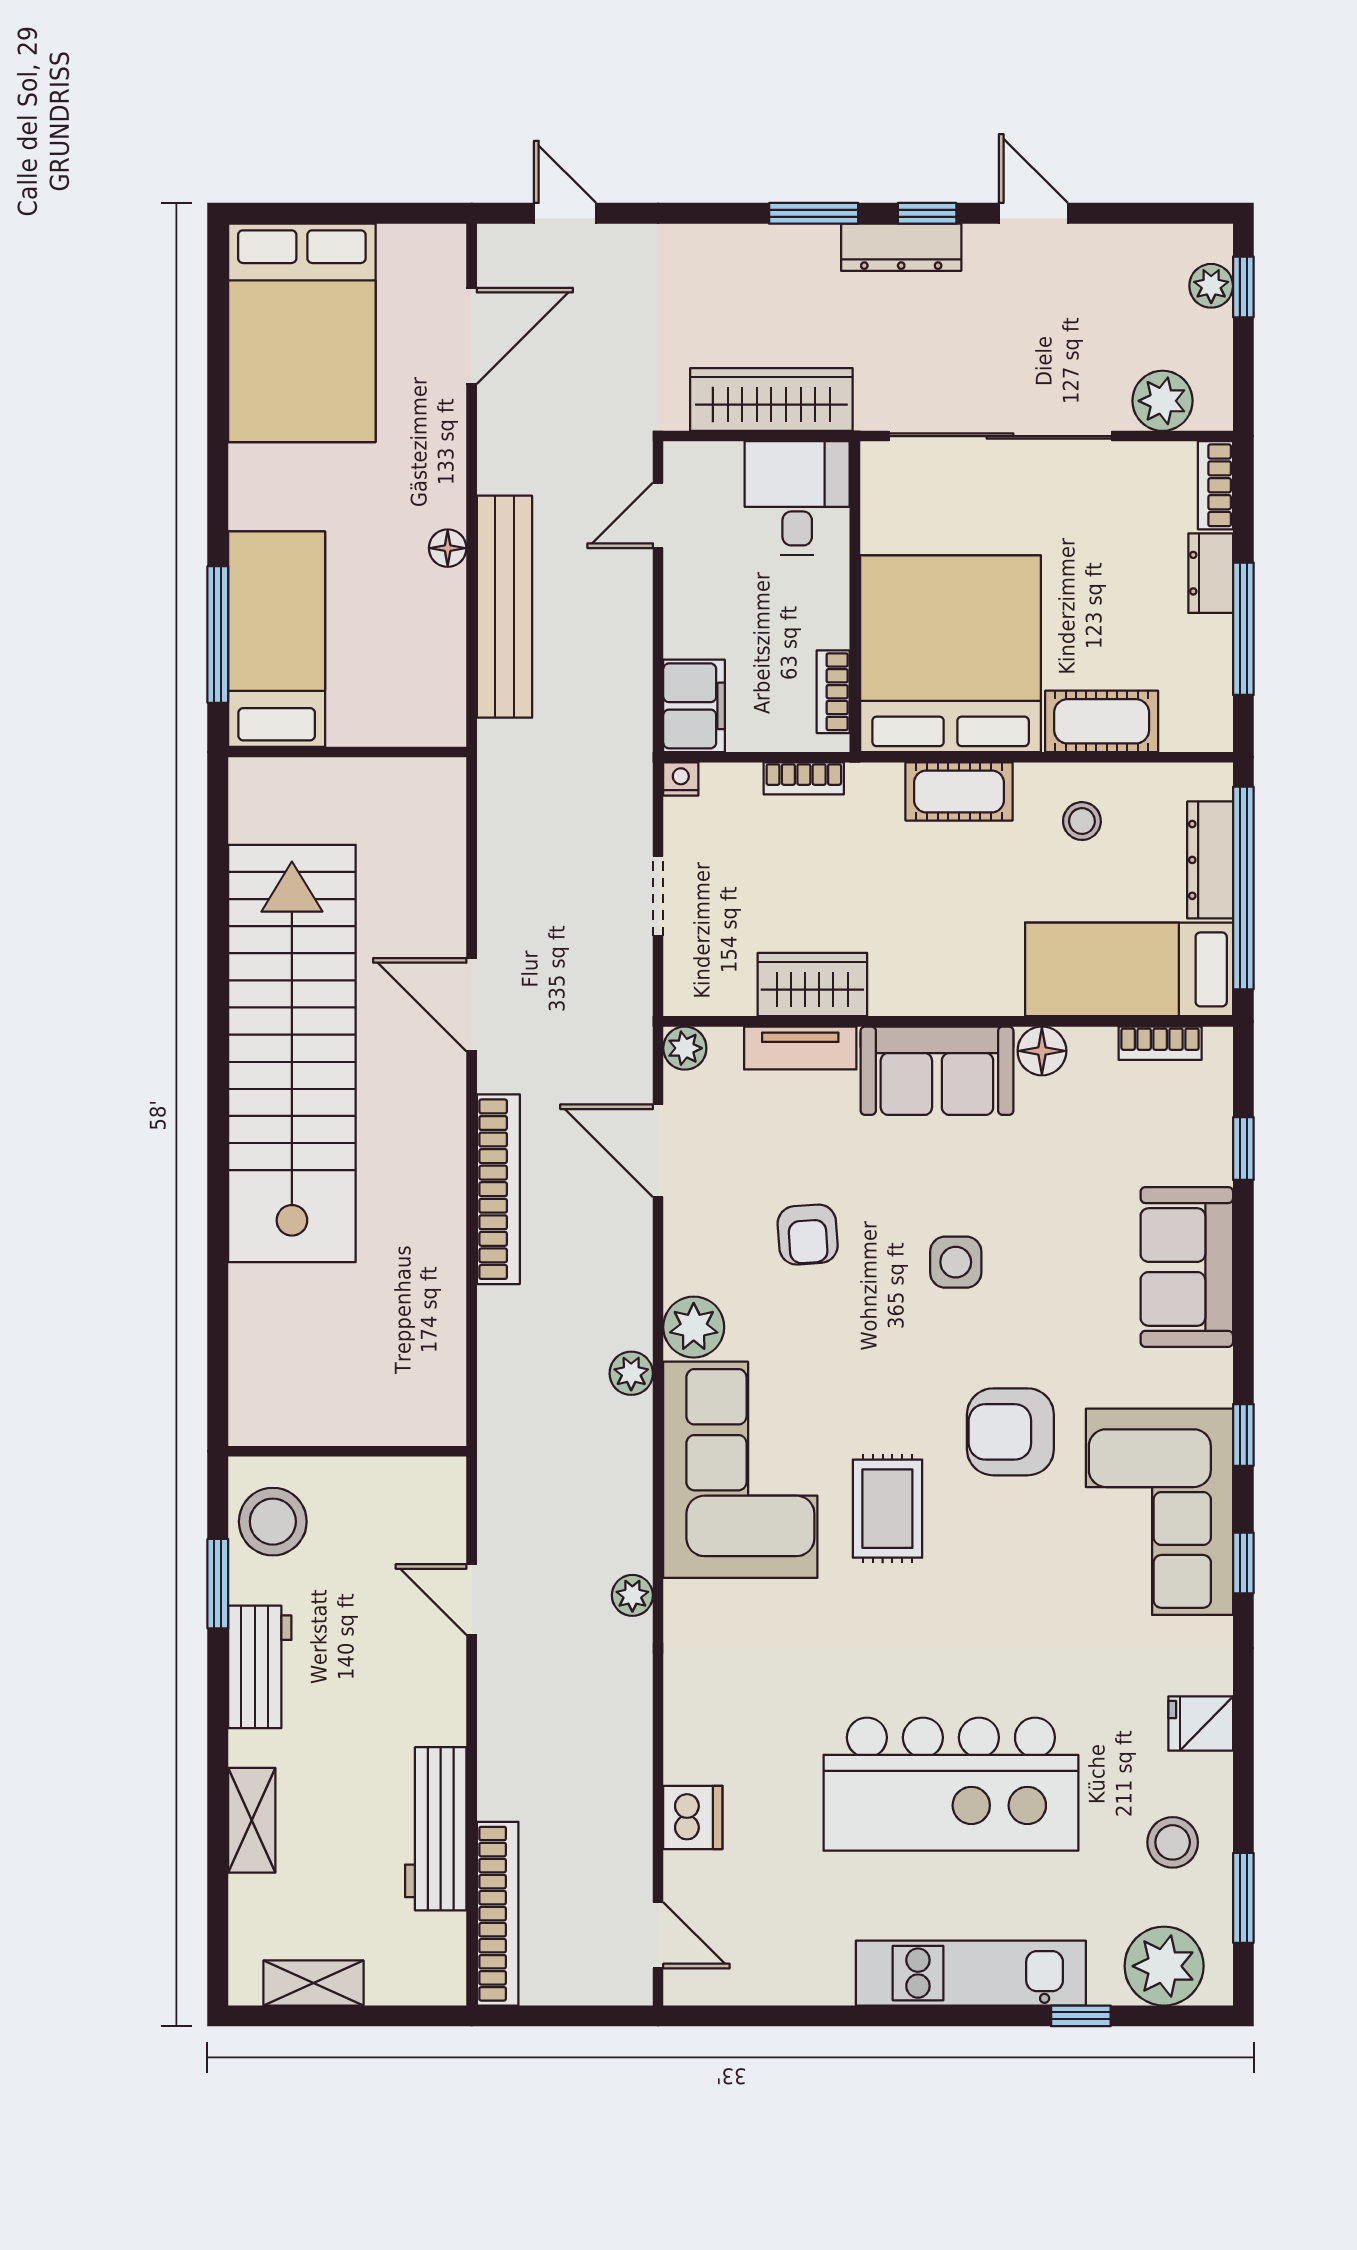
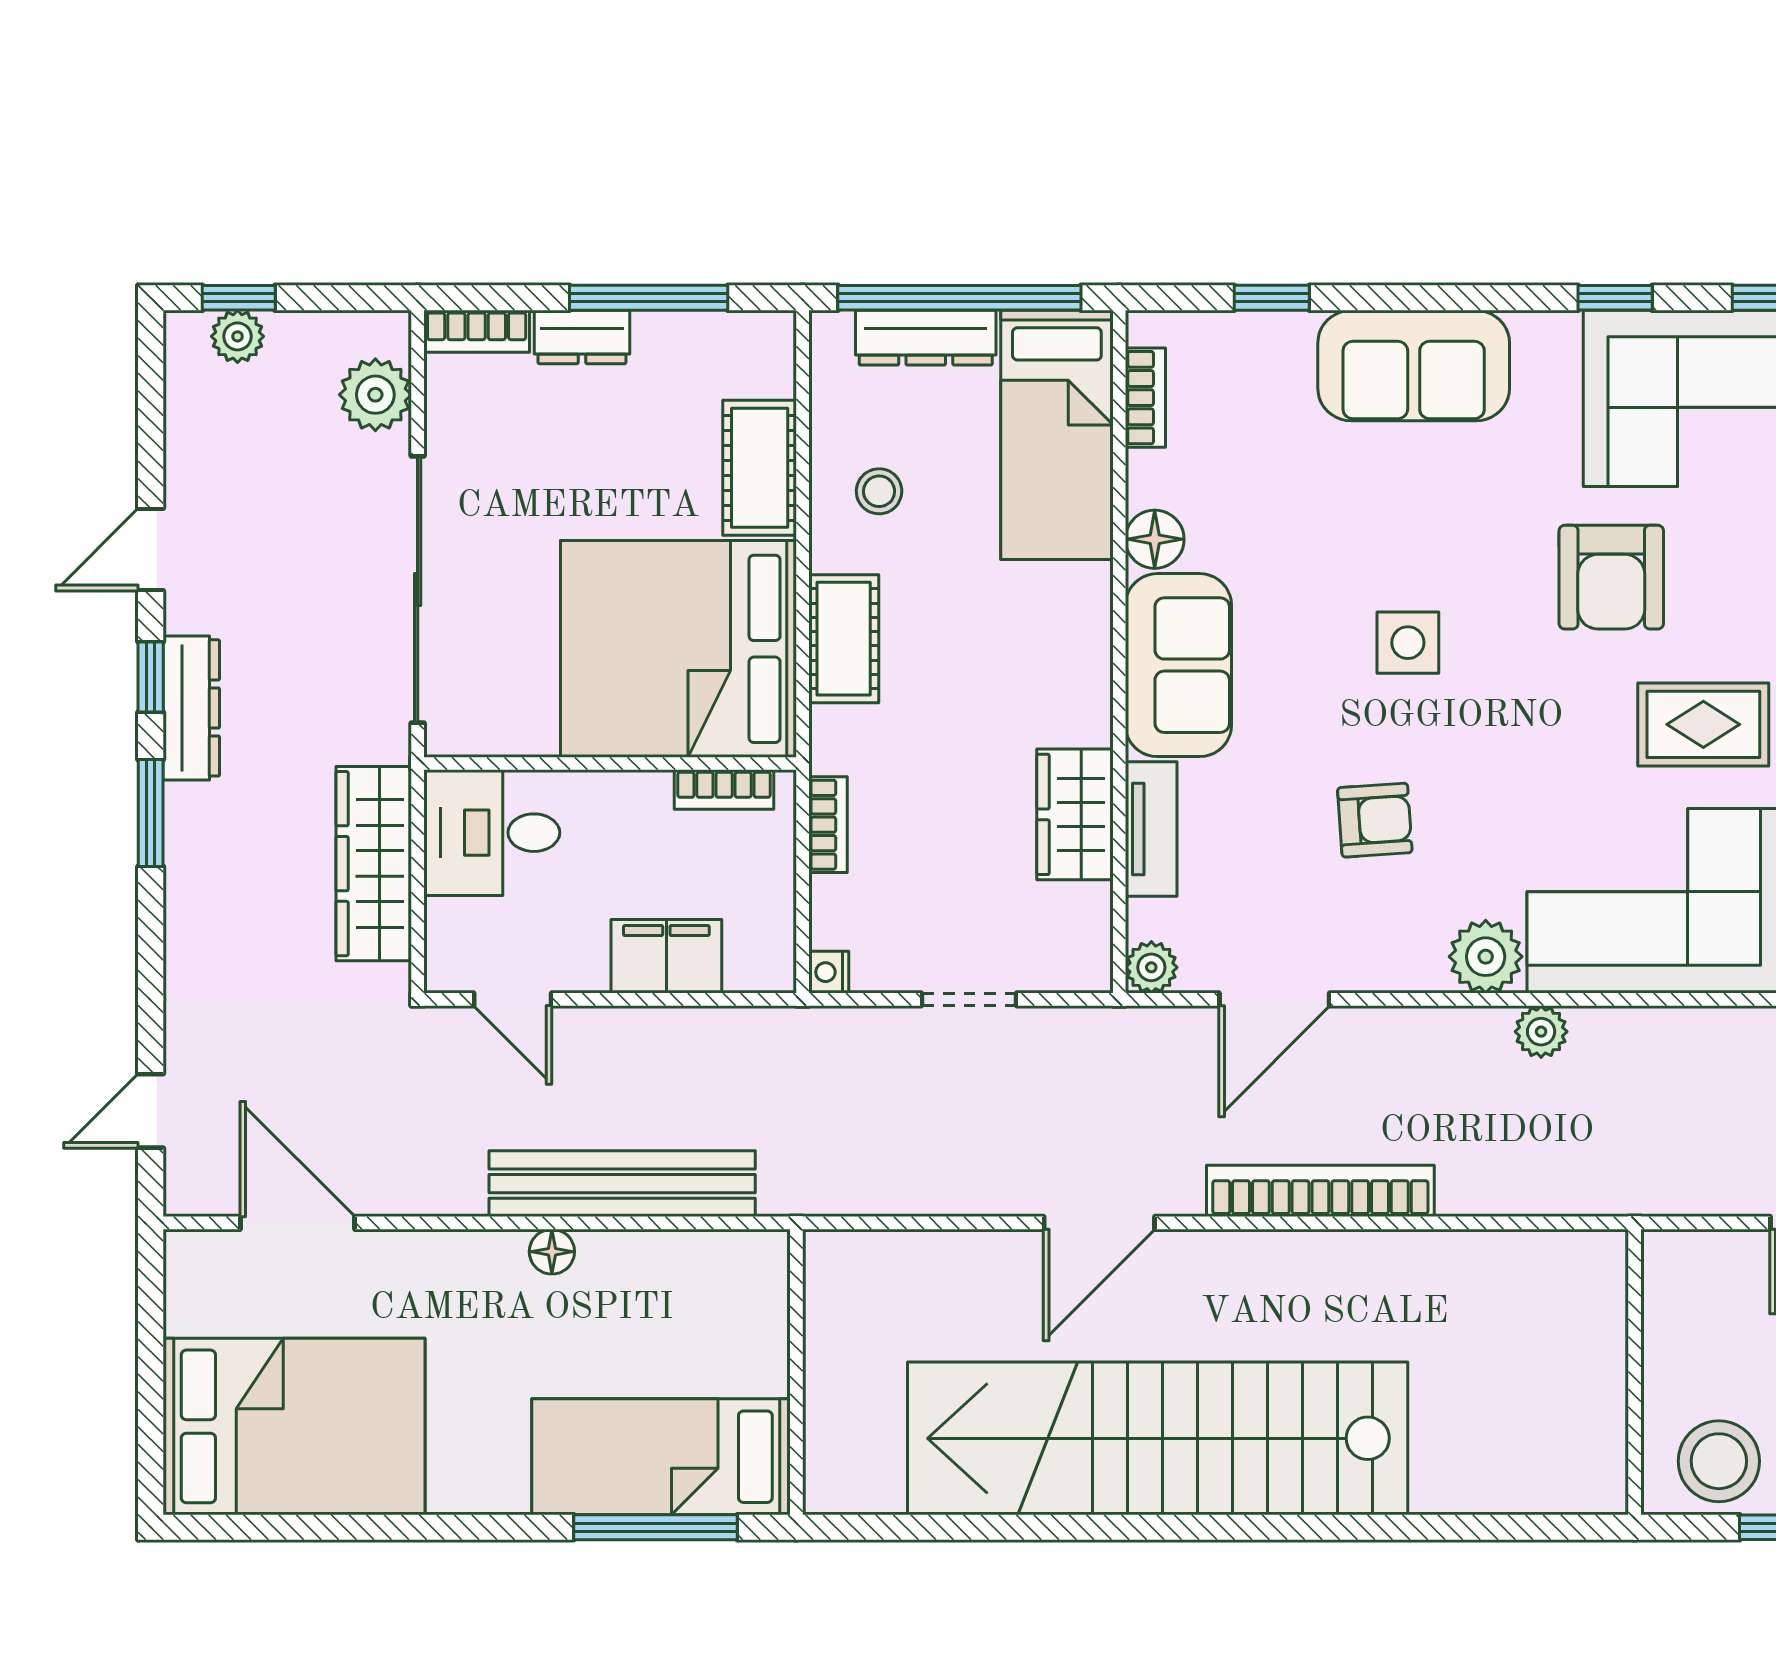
filing cabinet: (694, 706) -> (666, 956), moved

